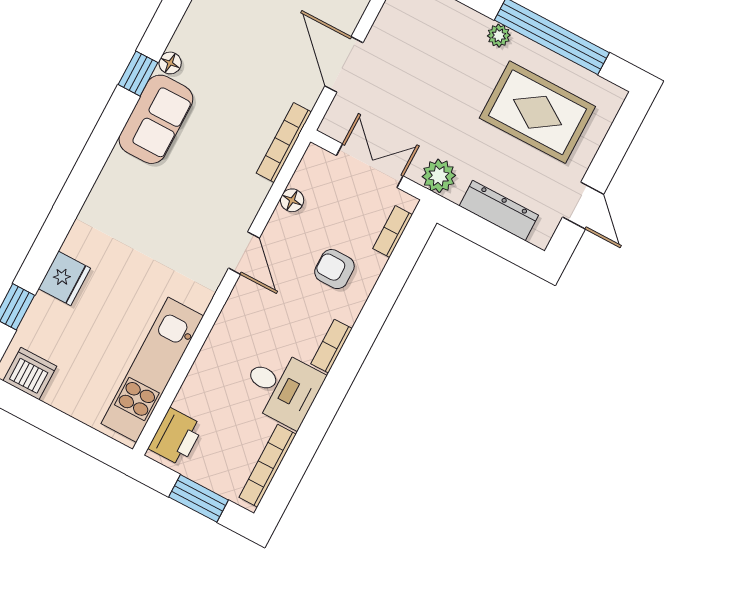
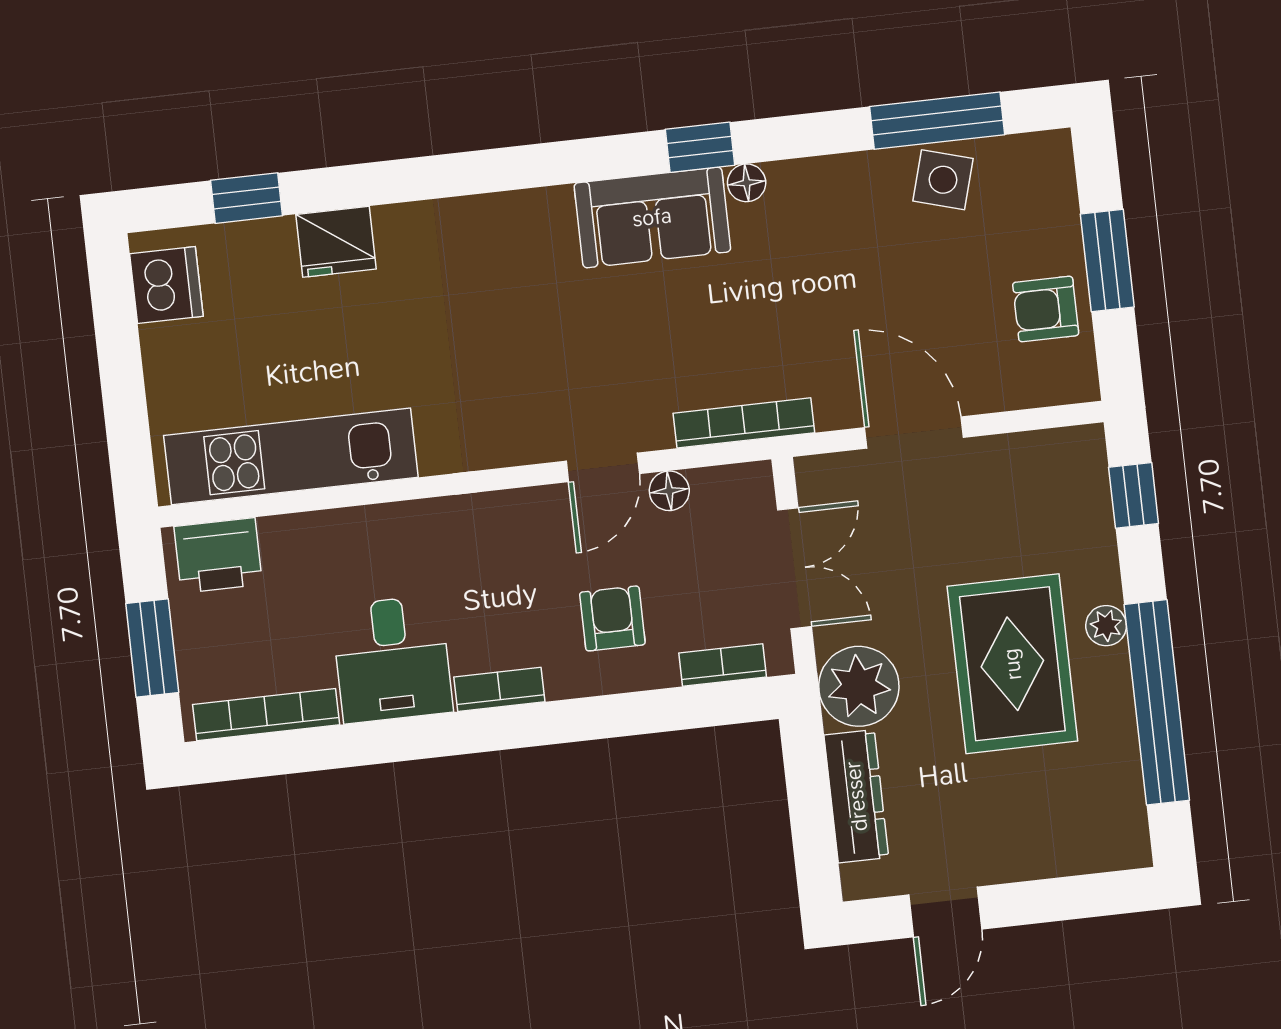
door: (344, 64) -> (914, 433), hinge flipped
rug: (537, 112) -> (1012, 664), moved
plant: (439, 176) -> (859, 686), width x1.36, depth x1.36
door: (244, 253) -> (603, 467), moved

